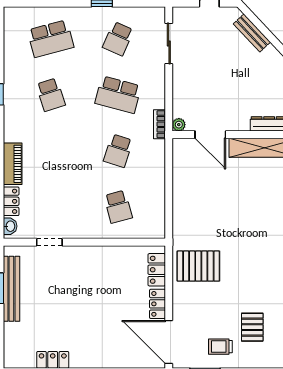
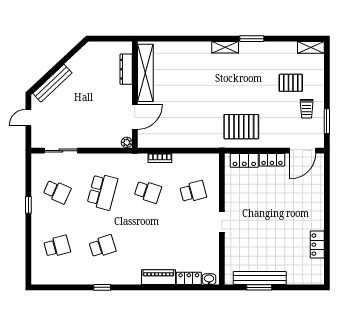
bench: (252, 33) -> (52, 83), width x1.36
school desk: (51, 39) -> (57, 246), width x0.54
bookcase: (160, 124) -> (160, 158), moved
doorway: (49, 242) -> (222, 222), moved
pallet: (198, 266) -> (241, 127), turned 90
door: (169, 342) -> (303, 151), width x0.73

